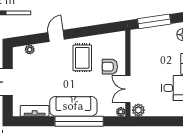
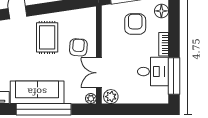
armchair: (160, 46) -> (135, 24), added
armchair: (110, 67) -> (78, 47), turned 94

